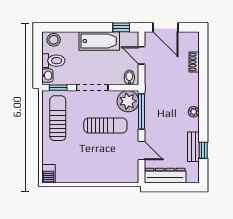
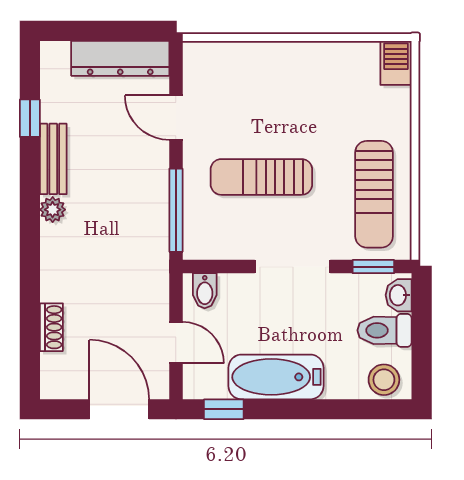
plant: (128, 101) -> (208, 234), removed
bench: (193, 147) -> (53, 159), moved

